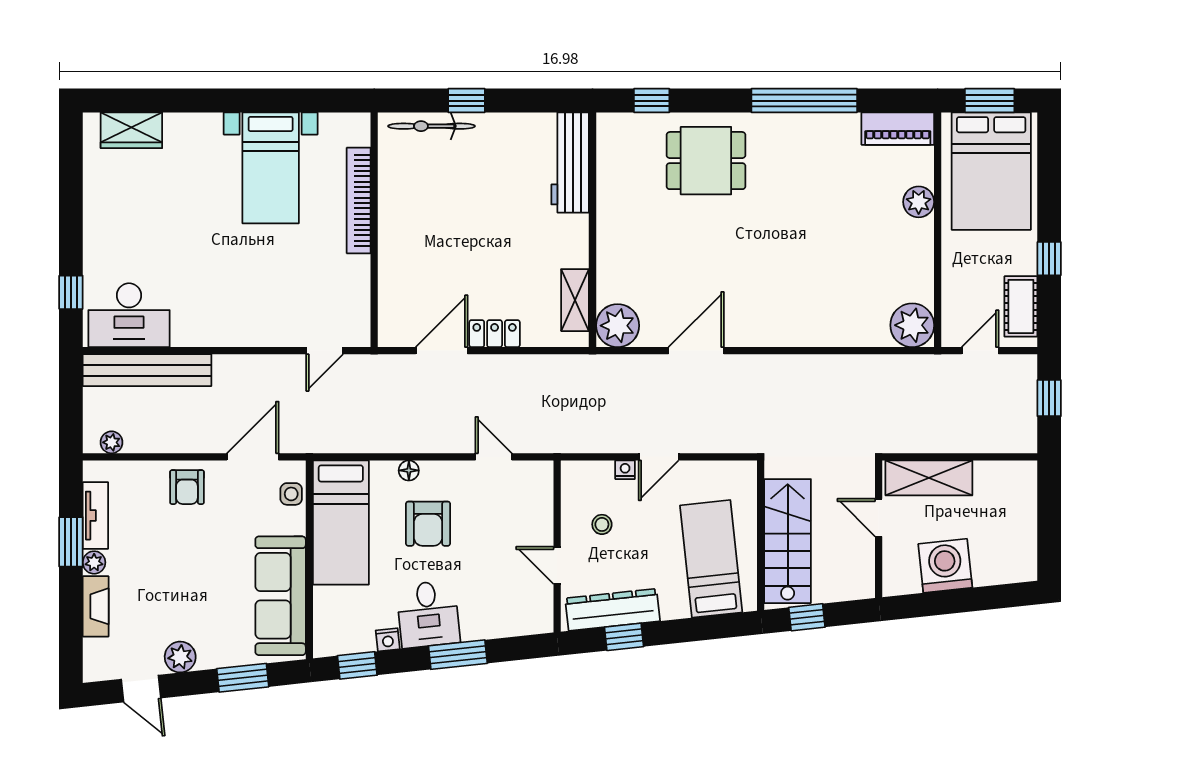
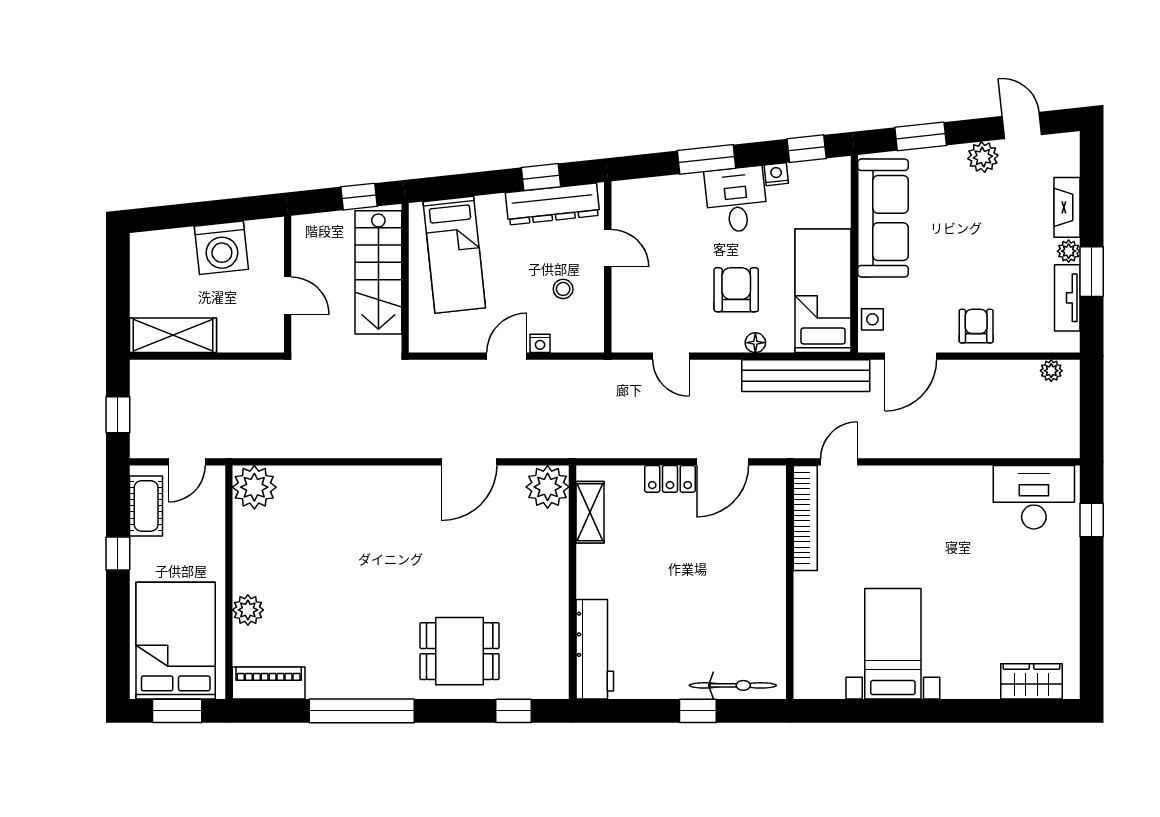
bookcase: (359, 200) -> (805, 518), moved
bench: (147, 370) -> (806, 376), moved
shelving: (929, 478) -> (173, 335), moved

